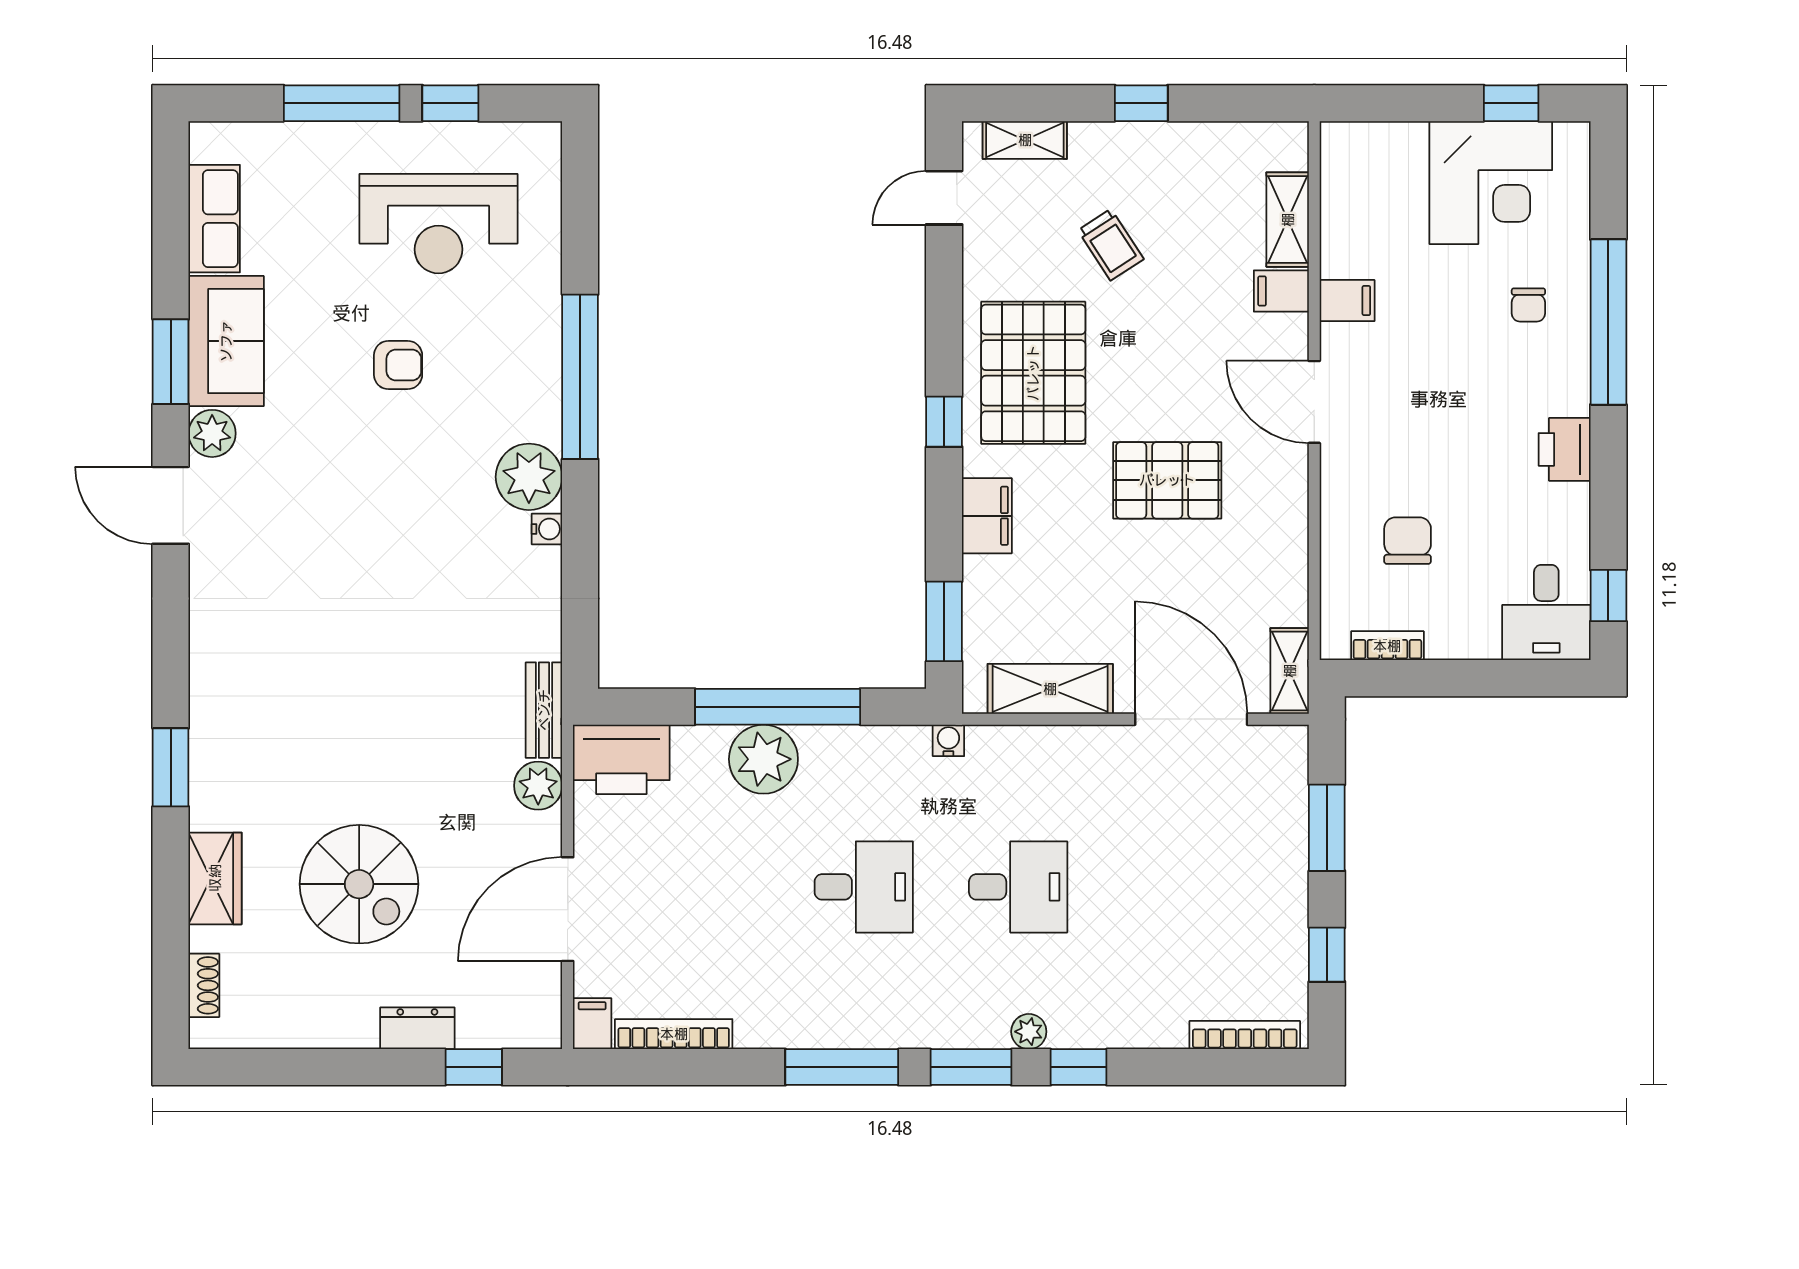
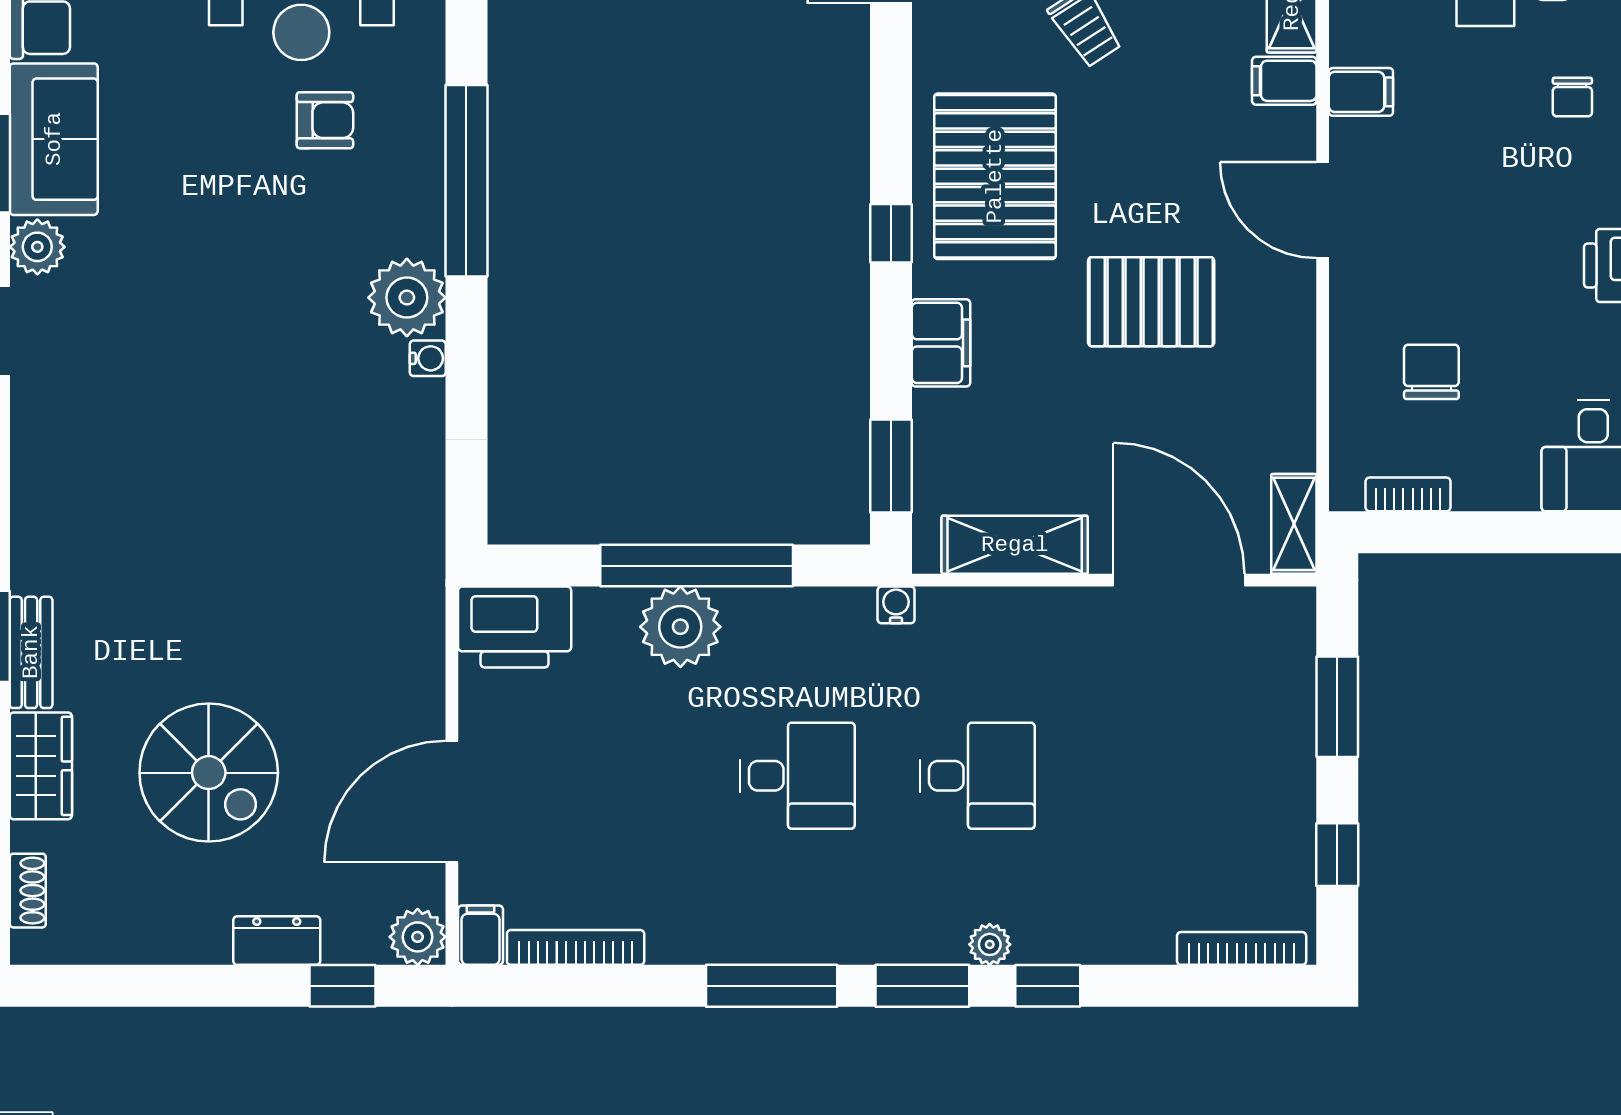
armchair: (398, 365) -> (325, 120), moved
bench: (544, 710) -> (31, 652), moved
plant: (538, 786) -> (418, 937), moved

